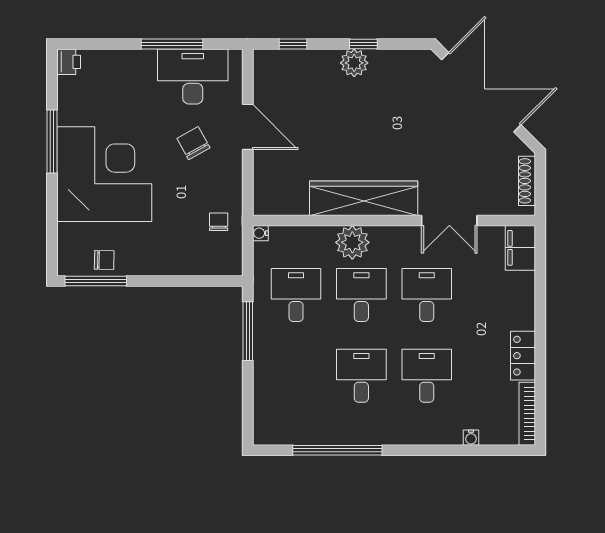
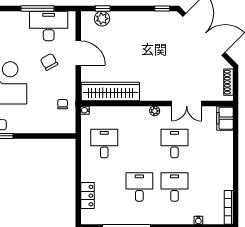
window: (363, 44) -> (162, 8), moved
plant: (354, 63) -> (102, 19), moved
wardrobe: (364, 198) -> (110, 91), moved
plant: (352, 242) -> (155, 111), moved, width x0.53, depth x0.53
desk: (361, 295) -> (139, 144), removed
window: (248, 331) -> (78, 163), removed
locker: (523, 356) -> (87, 196), moved, turned 180

